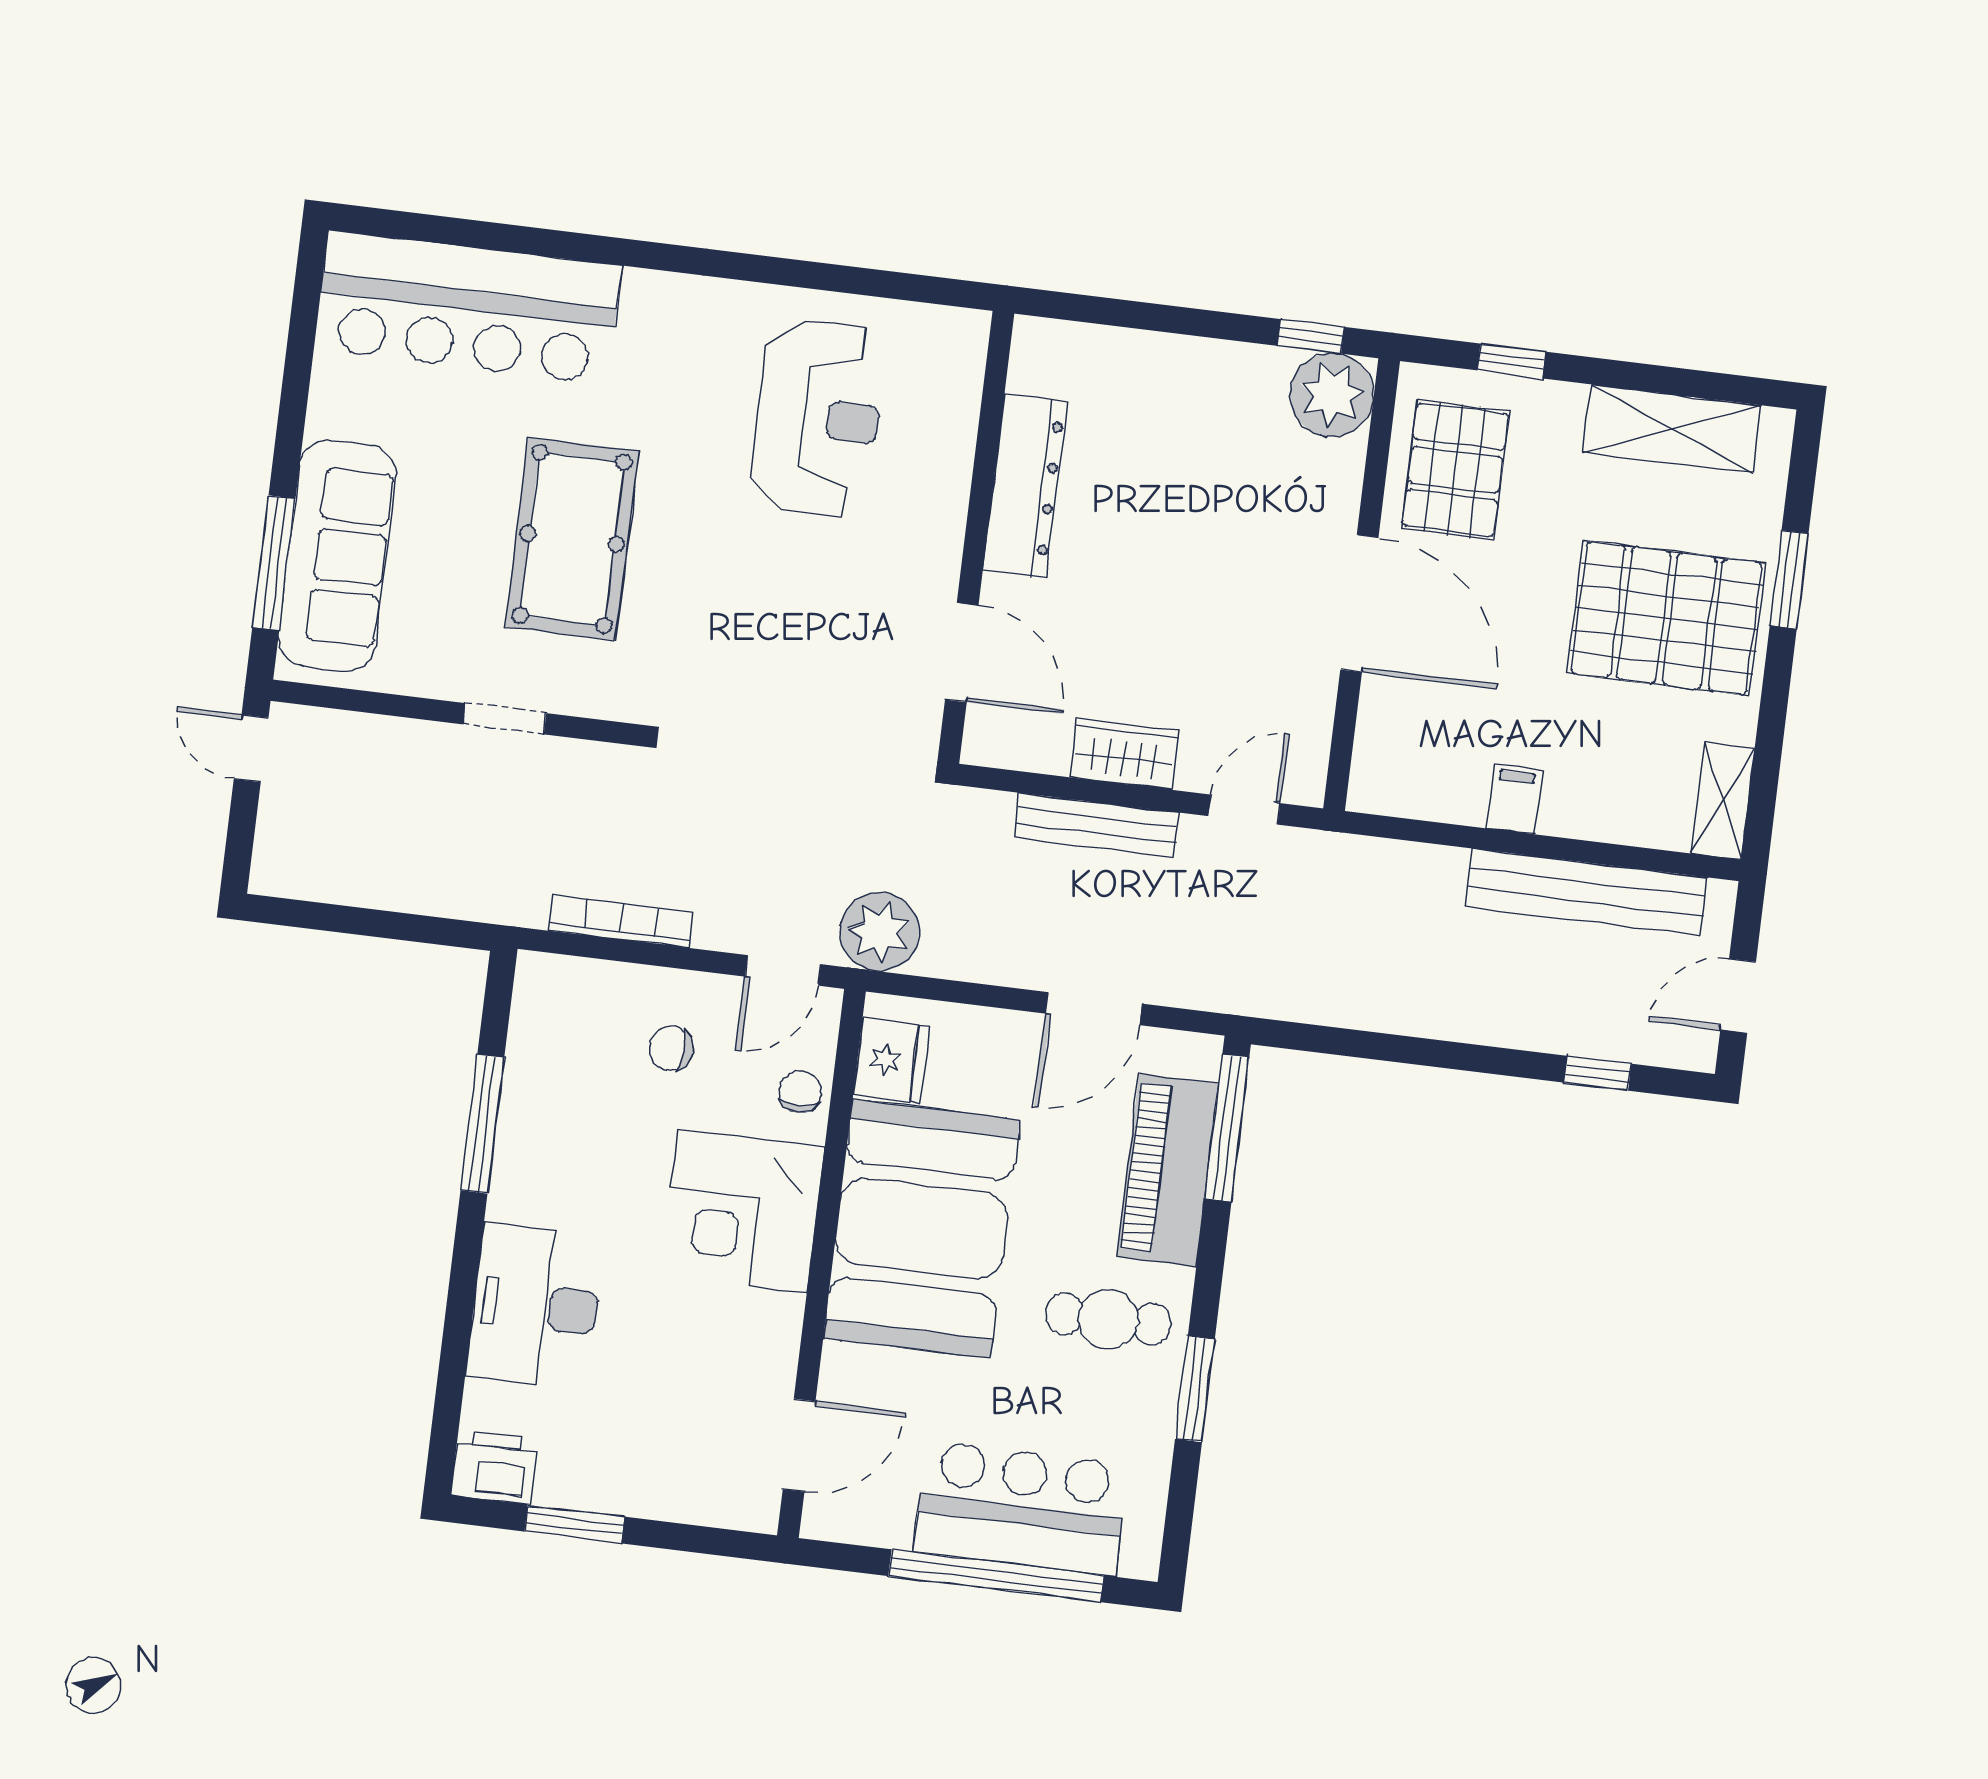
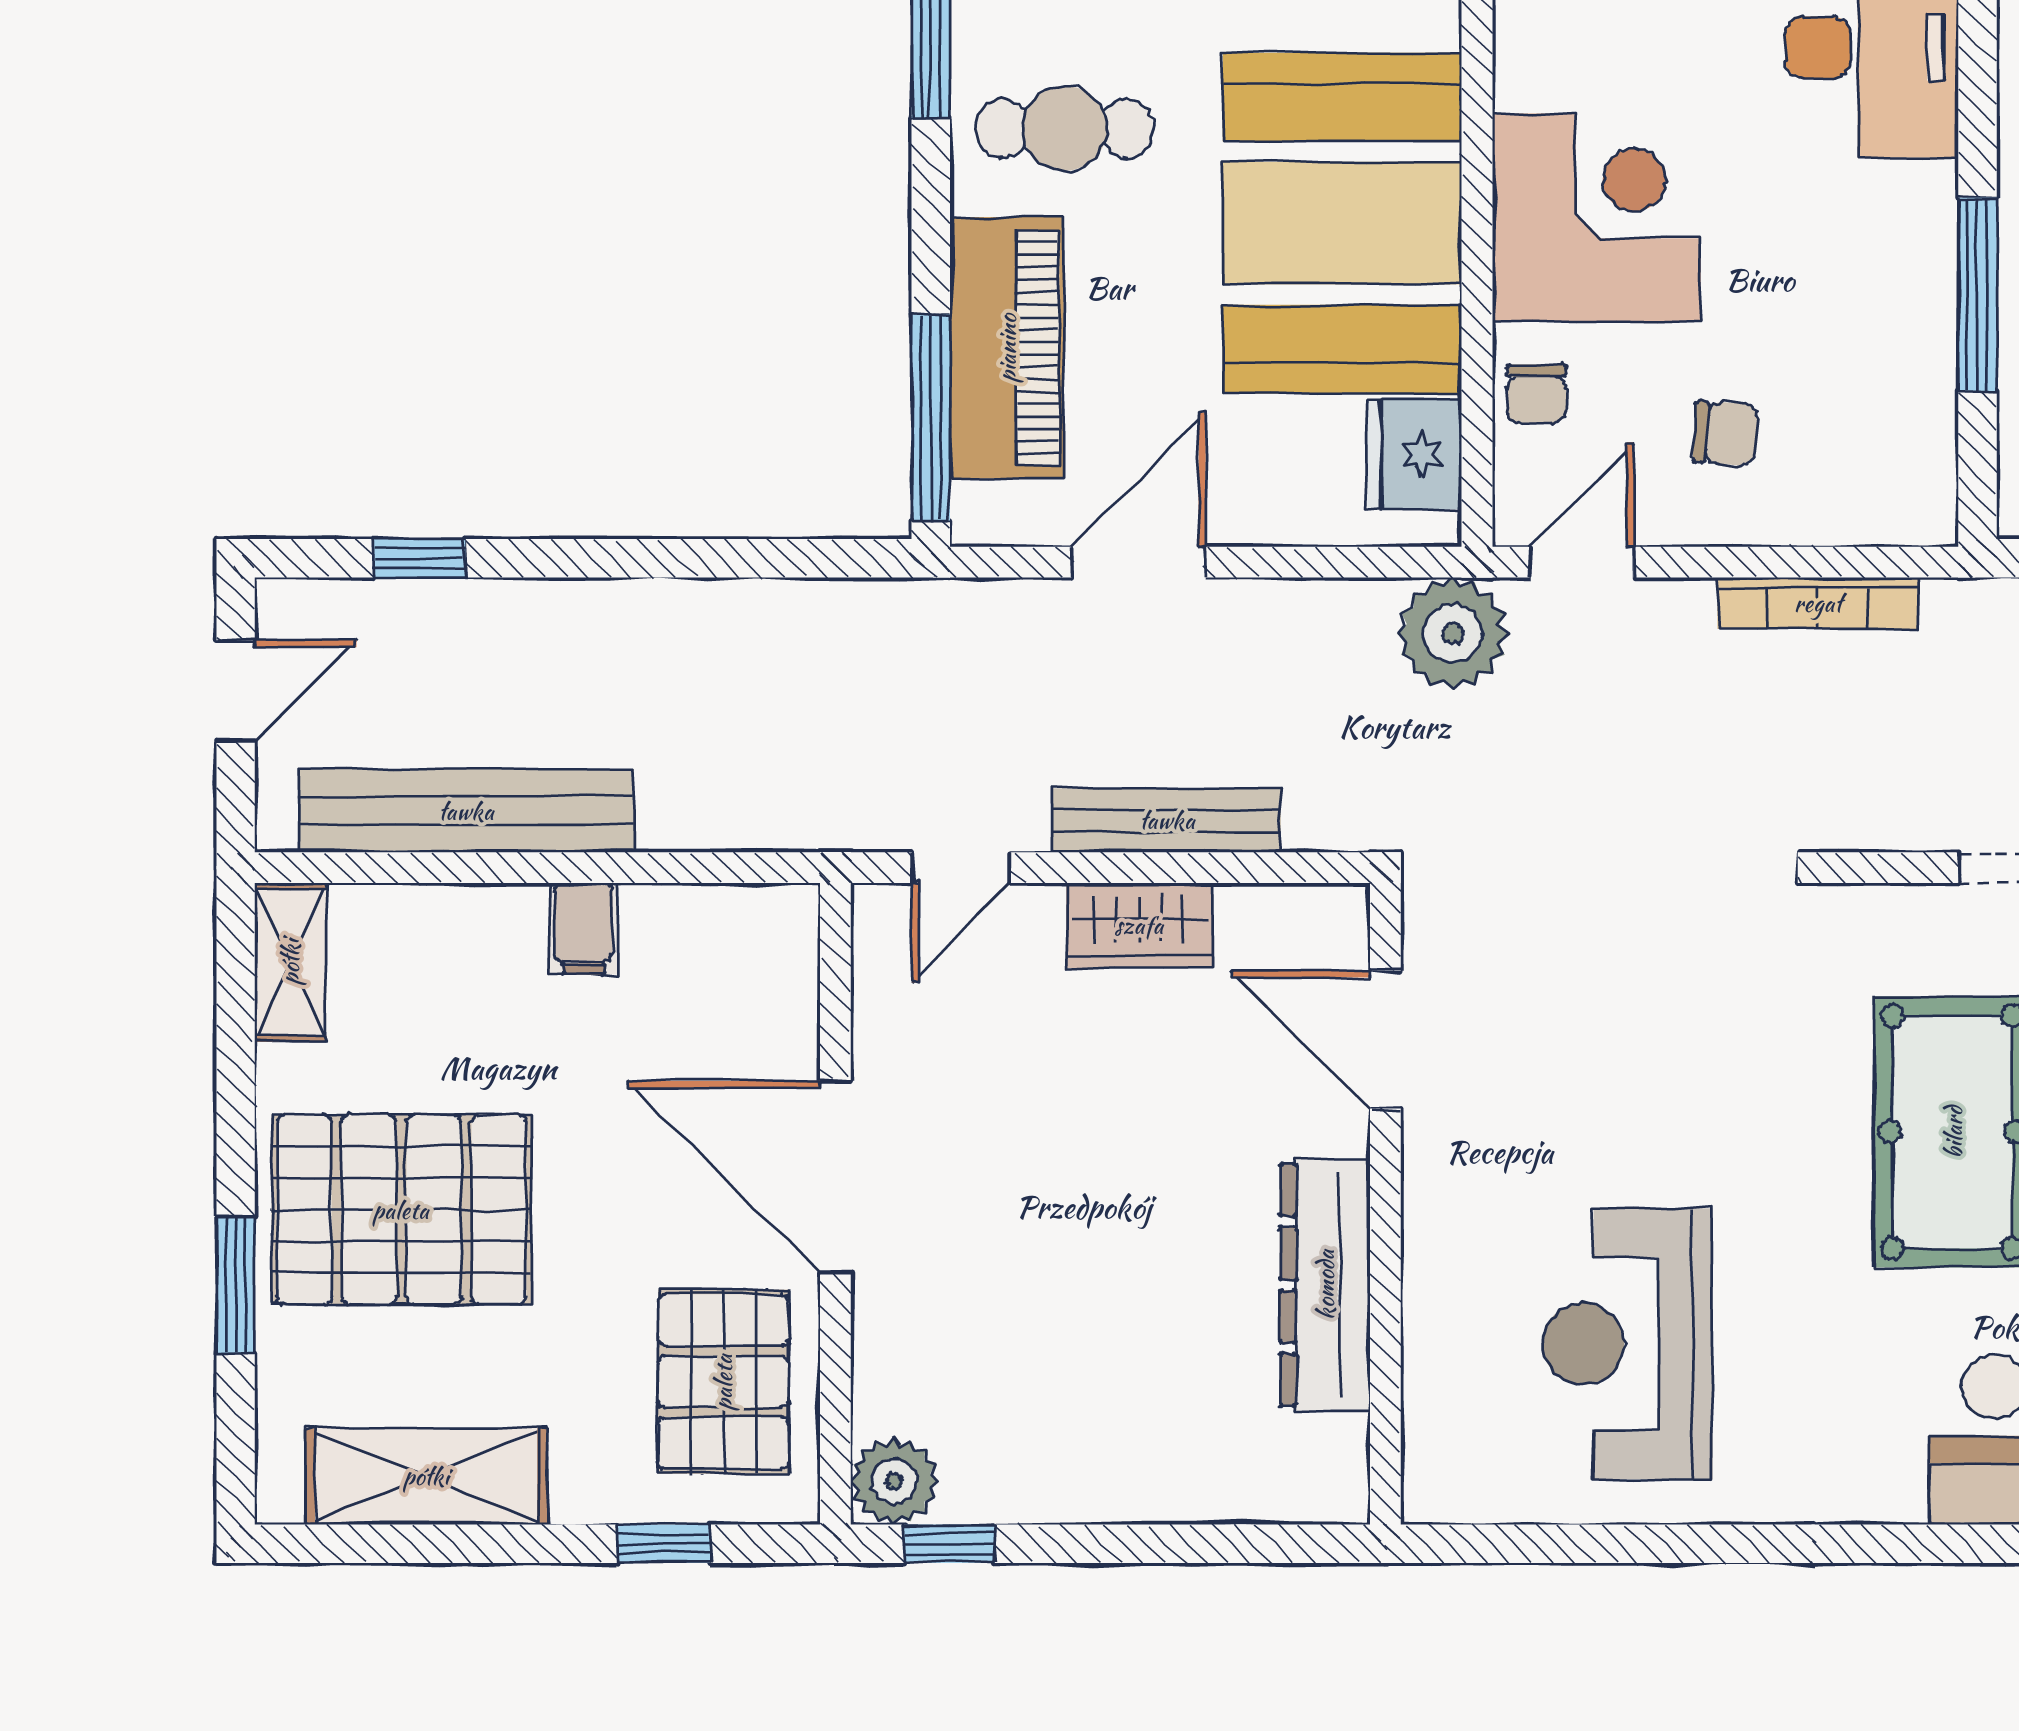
plant: (1332, 395) -> (894, 1481), width x0.73, depth x0.73

